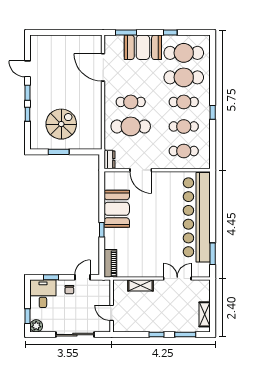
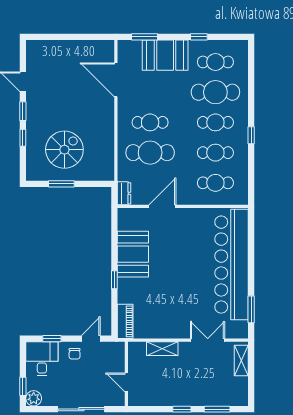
cafe table: (184, 53) -> (215, 62), width x0.73, depth x0.74
door: (141, 170) -> (162, 206), swing flipped
shelving: (205, 314) -> (241, 360), moved

